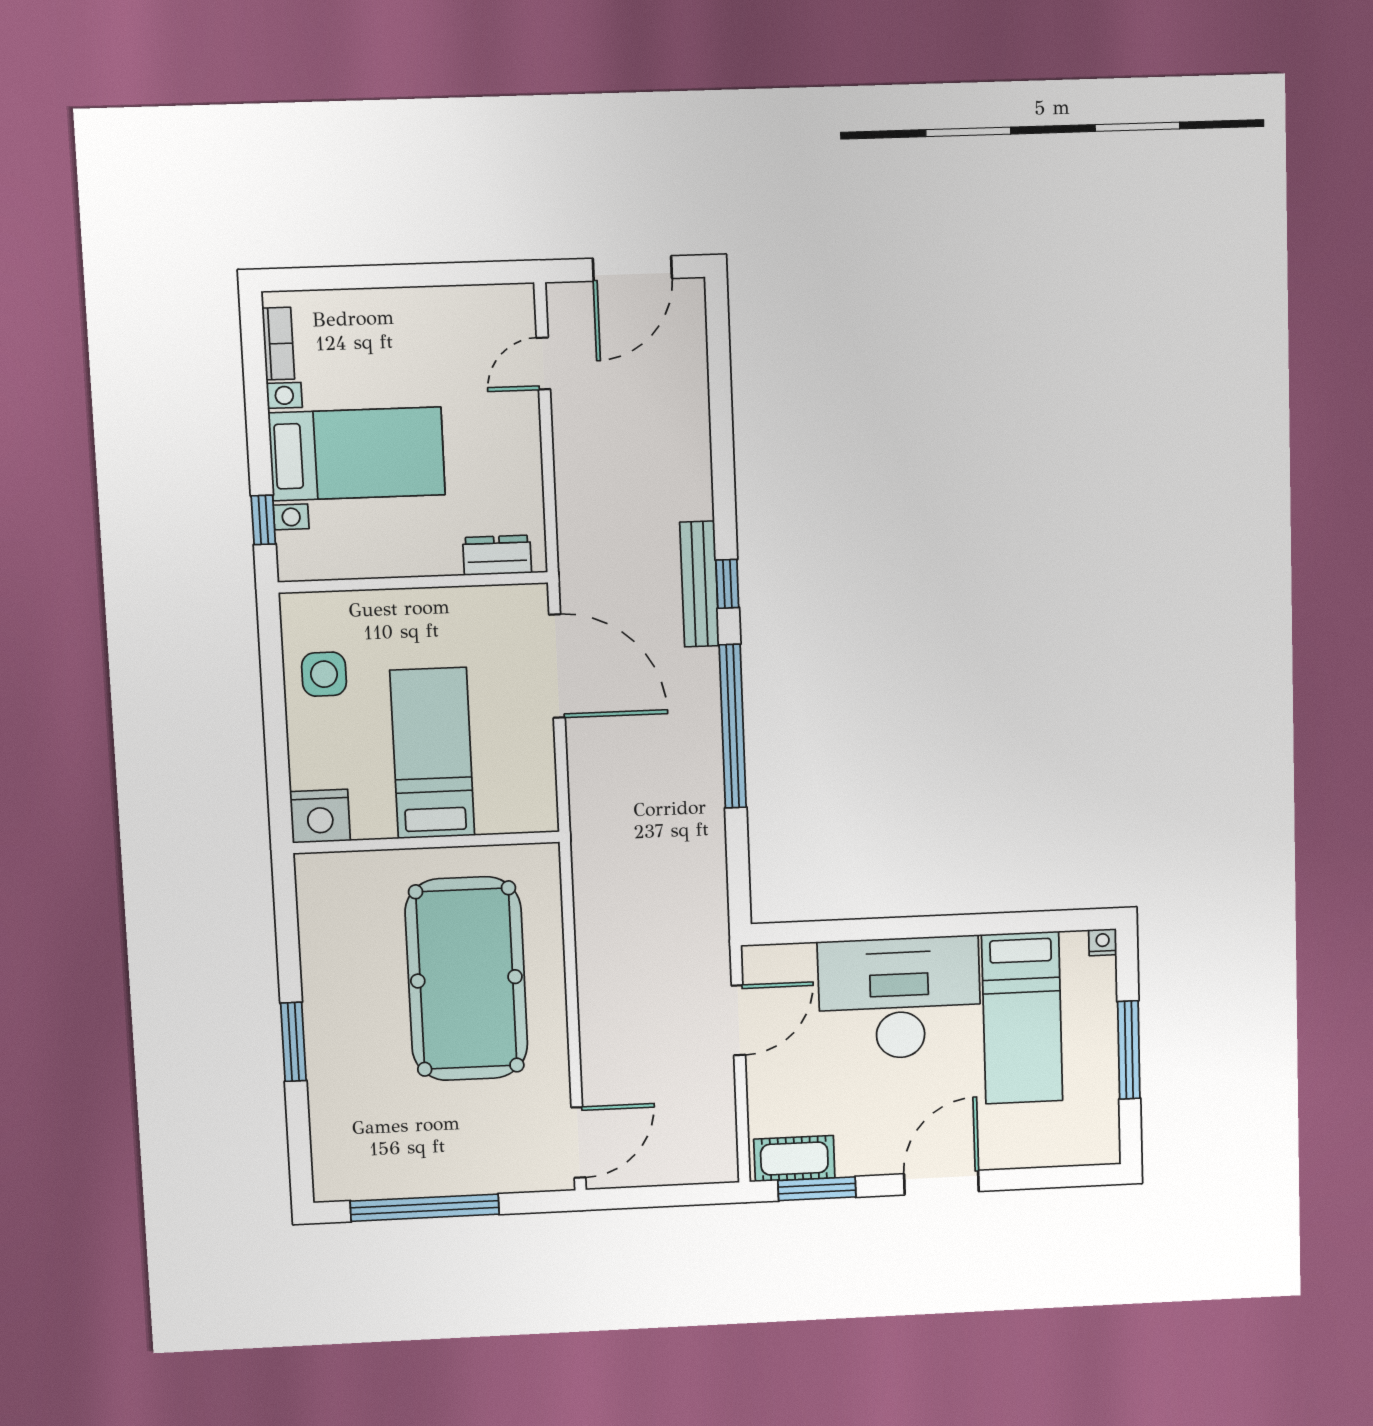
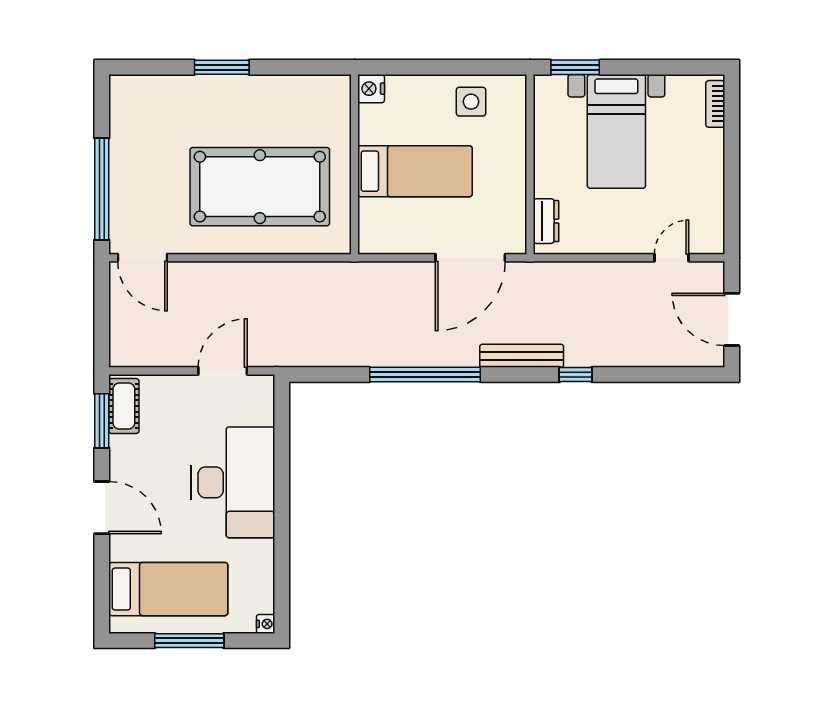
bookcase: (278, 344) -> (715, 104), moved, turned 90
door: (543, 363) -> (672, 258), hinge flipped
window: (263, 520) -> (575, 67), width x1.50
window: (727, 584) -> (576, 375), moved
nightstand: (320, 816) -> (371, 89), width x0.74, depth x0.75
bed: (1022, 1018) -> (168, 589), moved, turned 180
door: (738, 1020) -> (223, 371), swing flipped
window: (425, 1208) -> (102, 189), moved

